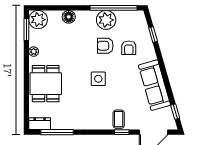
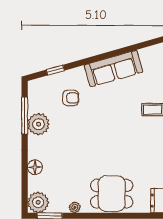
window: (114, 8) -> (25, 116), width x0.68
armchair: (105, 46) -> (68, 125), removed
side table: (98, 79) -> (106, 133), removed
window: (175, 112) -> (144, 45), removed

